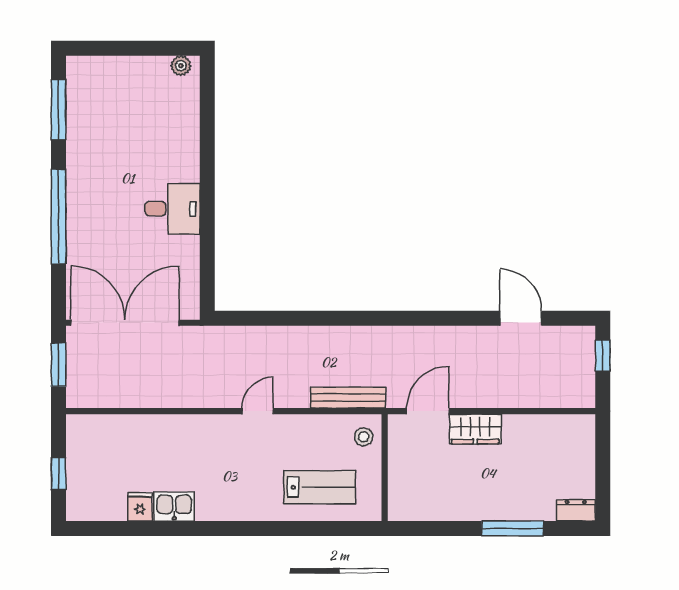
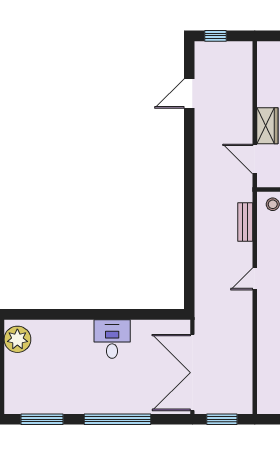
plant: (181, 66) -> (17, 339), width x1.88, depth x1.88
bench: (348, 398) -> (245, 222), width x0.73
door: (258, 411) -> (255, 279), hinge flipped

